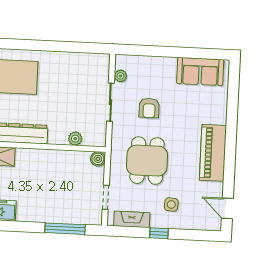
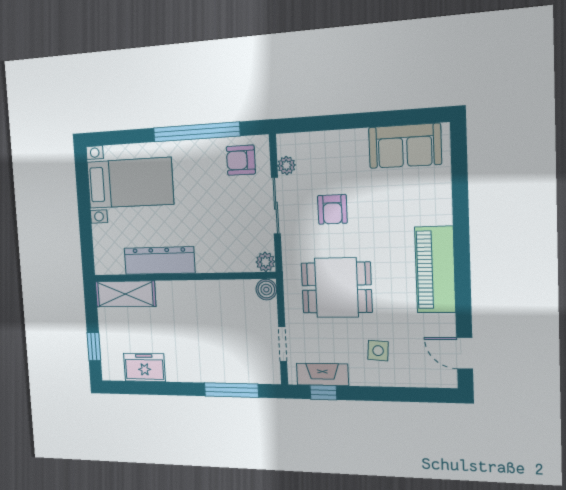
window: (59, 46) -> (196, 132), added
armchair: (89, 69) -> (241, 160), added
plant: (75, 139) -> (265, 262), moved
dining table: (147, 161) -> (336, 288), turned 90
window: (159, 233) -> (323, 392), moved

